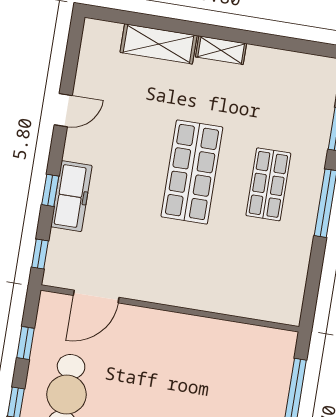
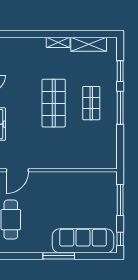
shelving: (159, 44) -> (89, 44), moved

